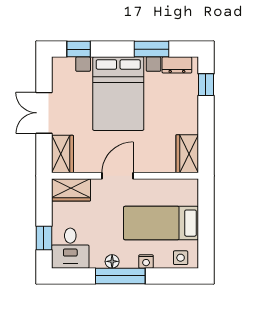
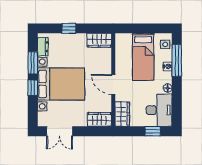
window: (79, 49) -> (33, 88), moved
window: (206, 85) -> (69, 28), moved
double door: (44, 113) -> (59, 131), moved
desk: (70, 248) -> (159, 110), width x1.37
window: (120, 276) -> (177, 60), moved

